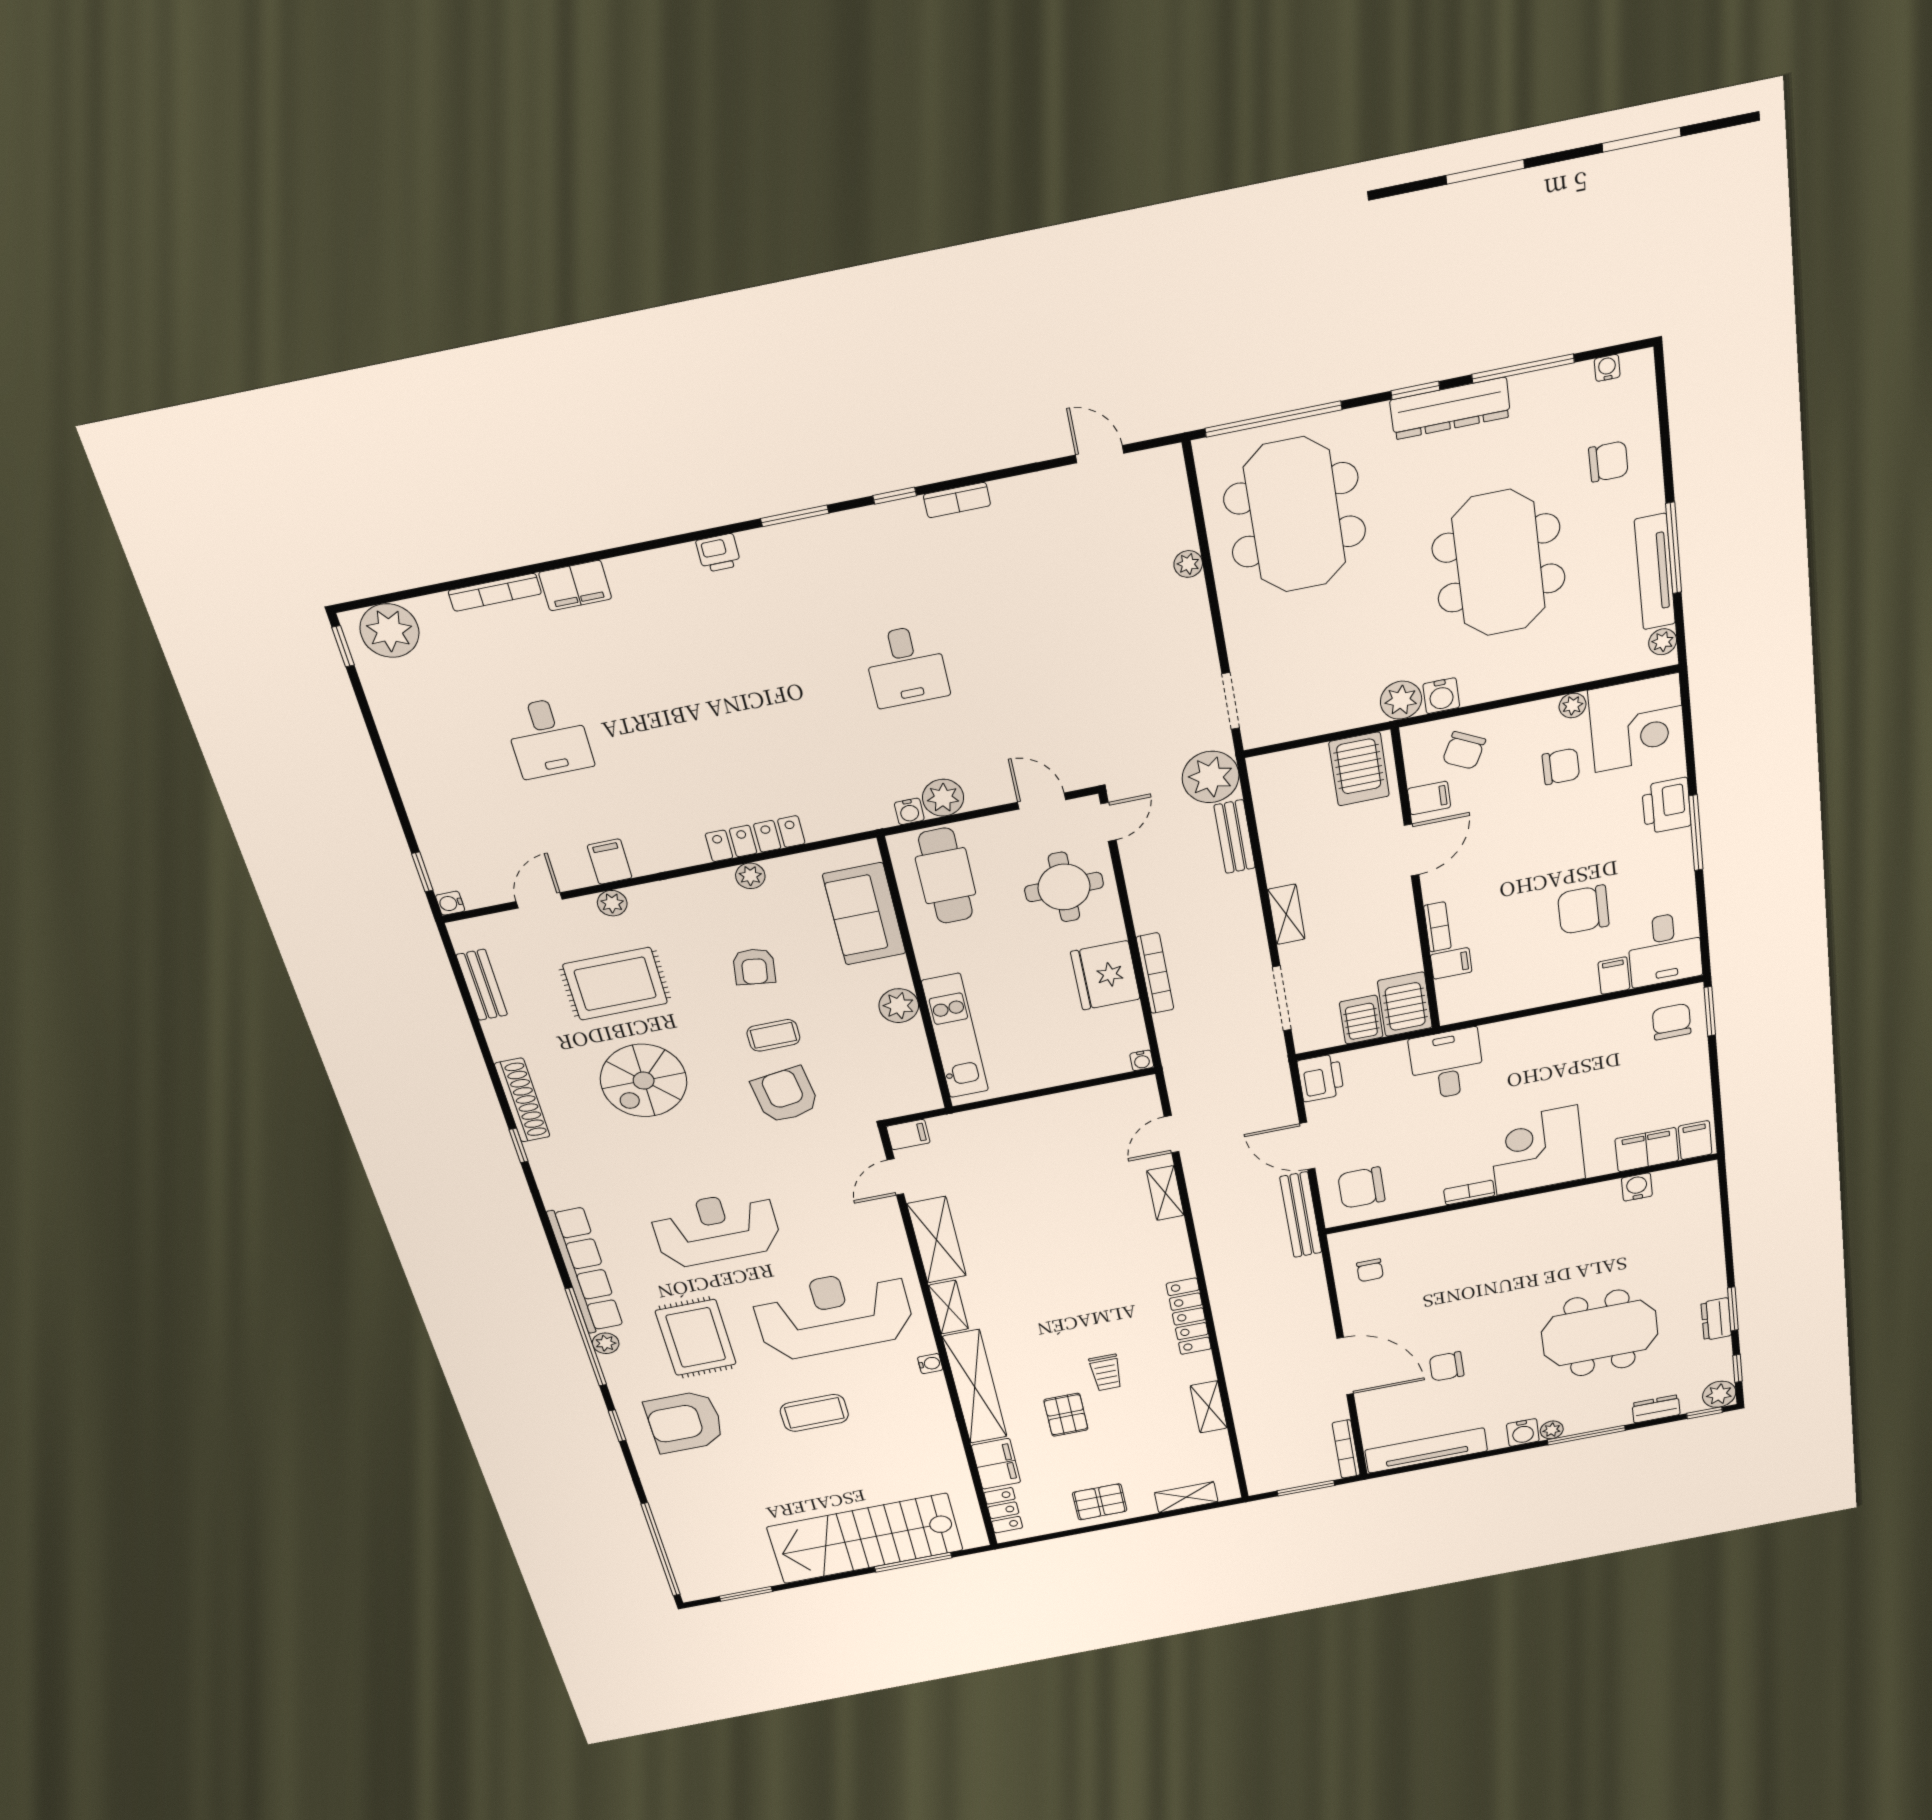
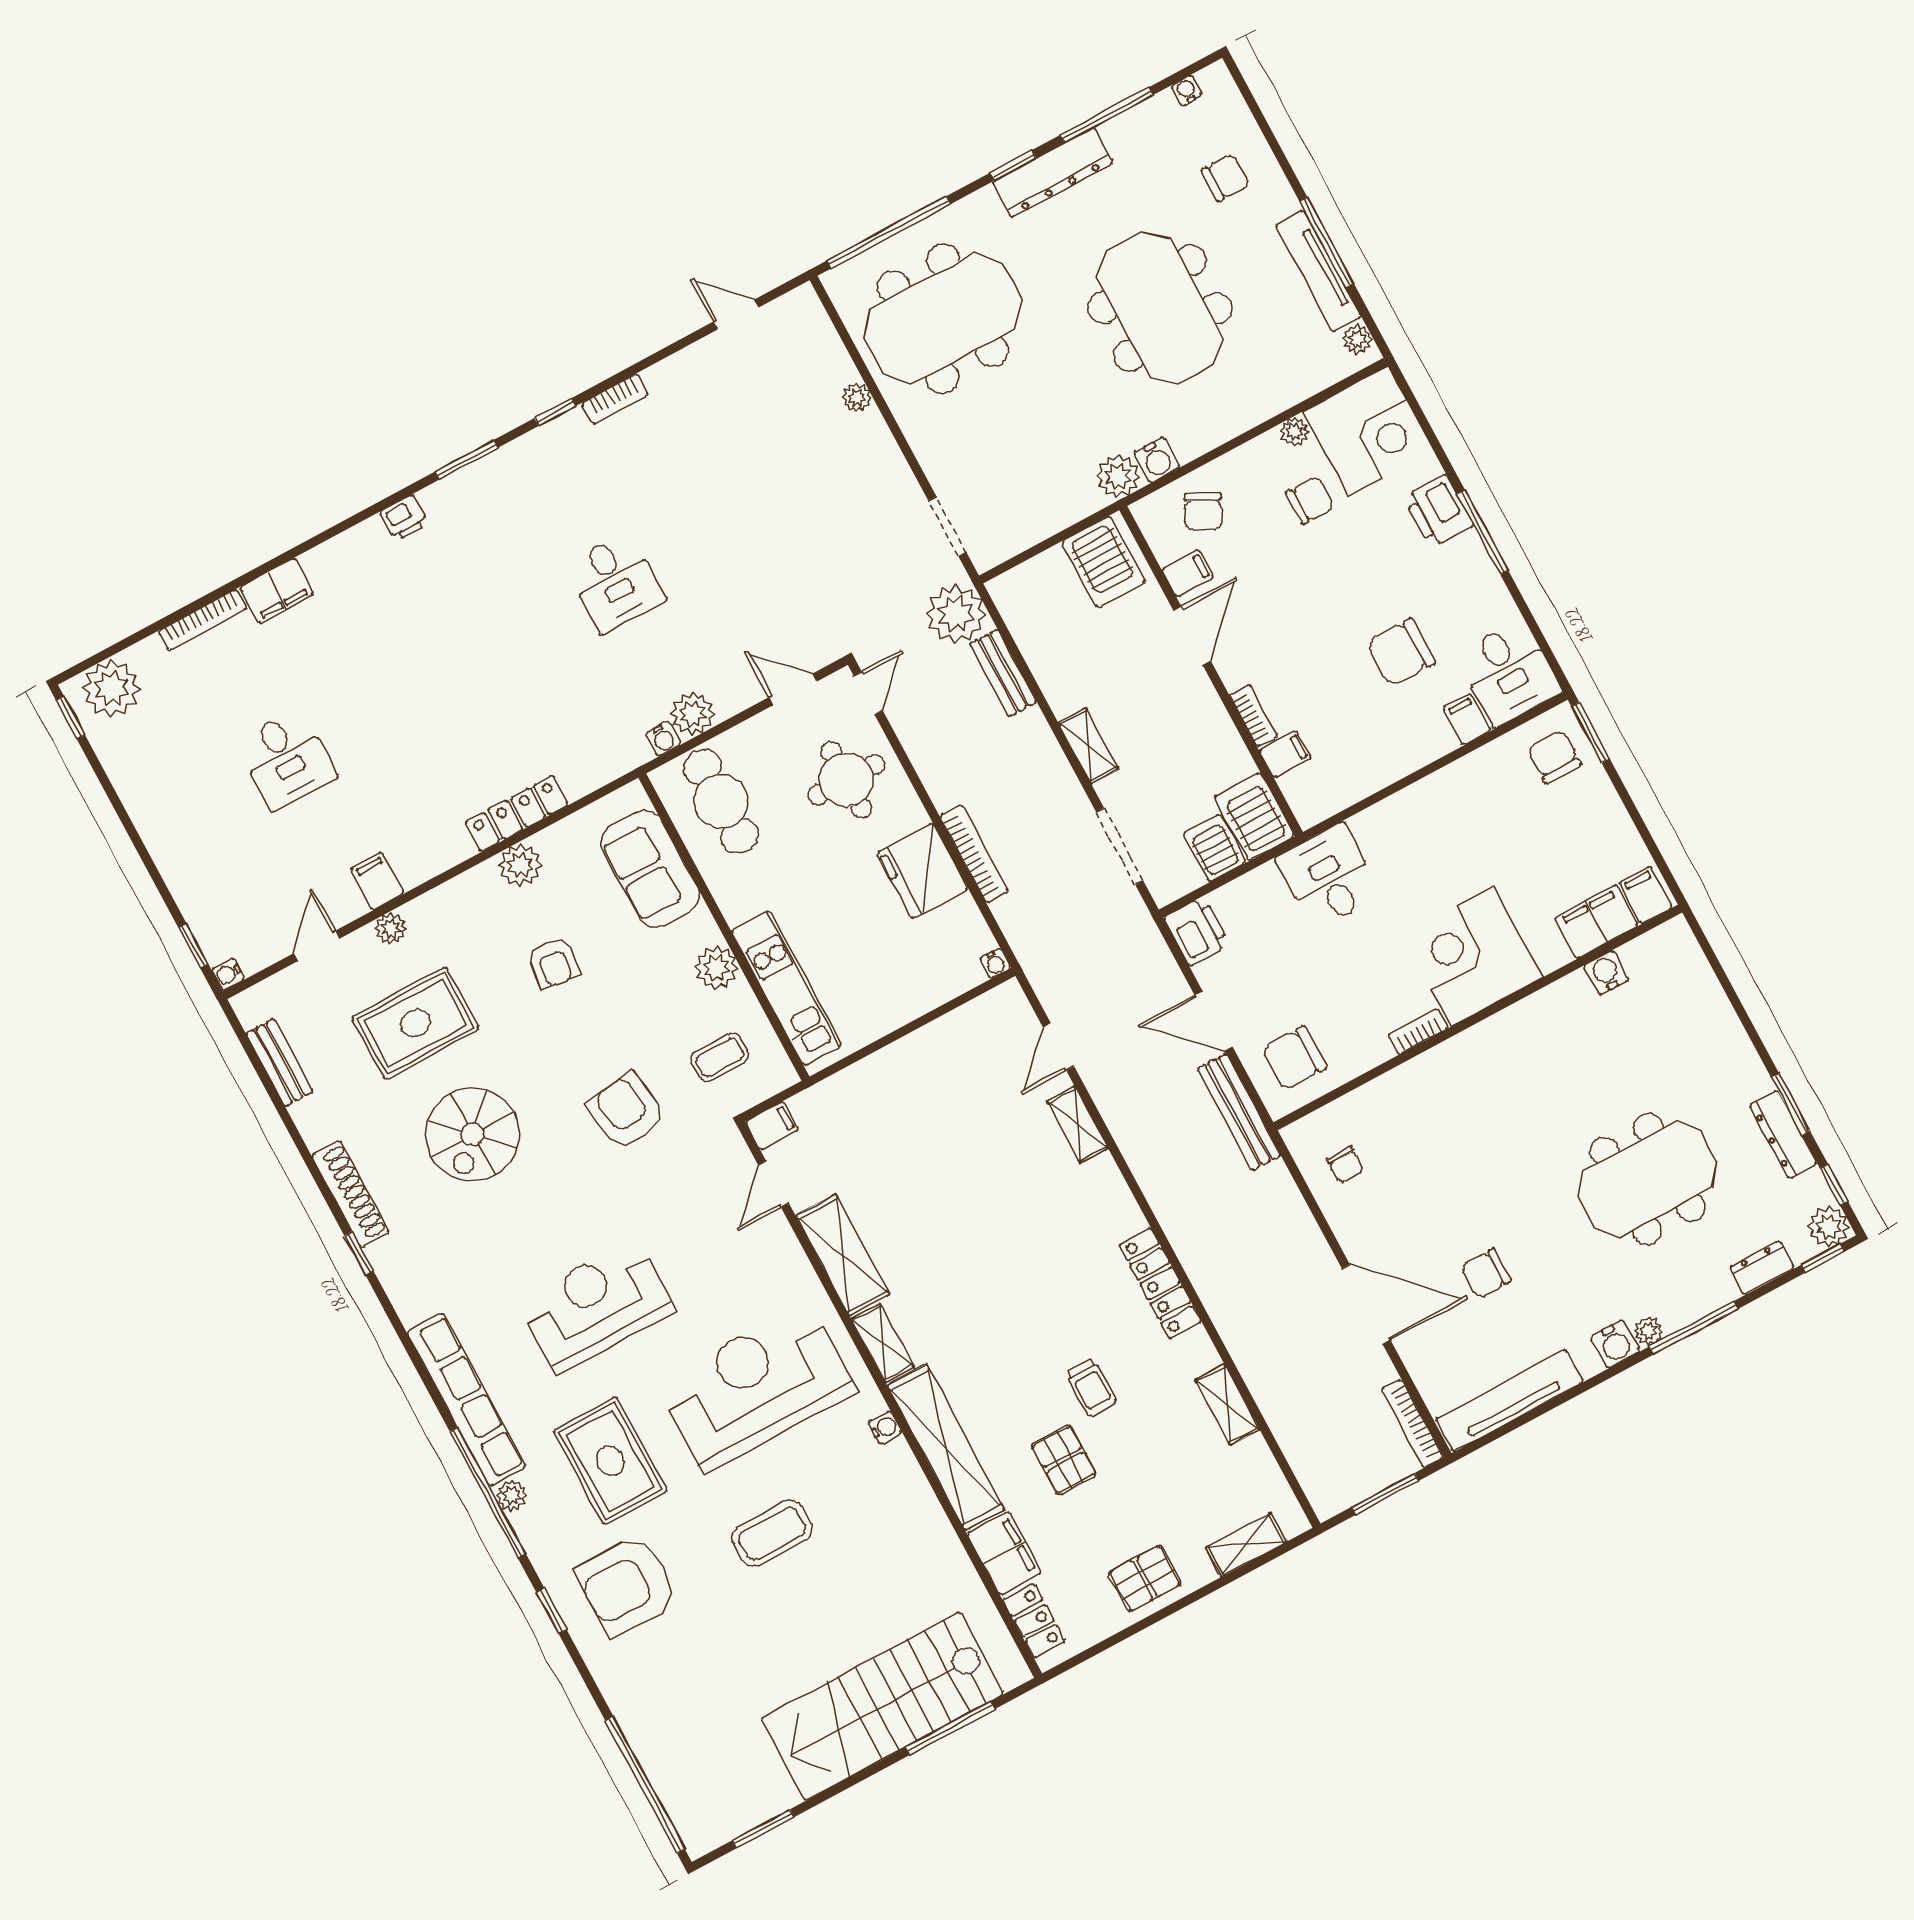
meeting table: (1295, 515) -> (943, 319), turned 90
plant: (750, 876) -> (520, 865), width x1.38, depth x1.38
coffee table: (773, 1035) -> (720, 1057), moved
dresser: (1716, 1319) -> (1783, 1135), width x1.44

